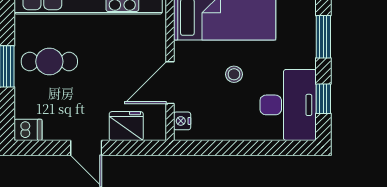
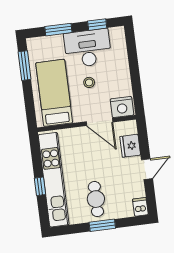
desk: (288, 105) -> (88, 48), moved
nightstand: (182, 121) -> (122, 107), width x1.89, depth x1.79

